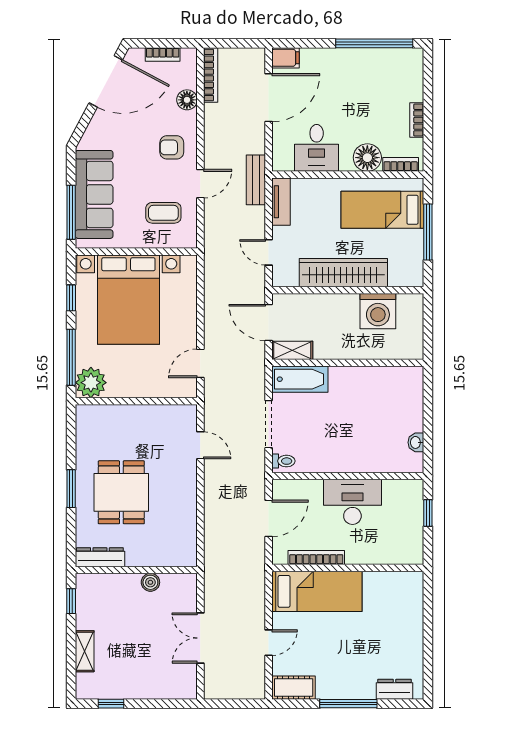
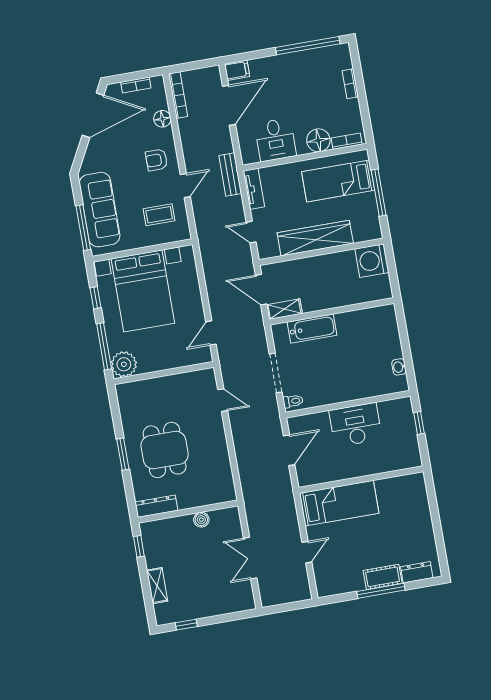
bookcase: (417, 120) -> (350, 84), moved
washing machine: (378, 311) -> (372, 261), moved, turned 90
bathtub: (300, 379) -> (312, 329), moved
bookcase: (316, 557) -> (334, 475), removed
cot: (294, 688) -> (383, 577), moved

